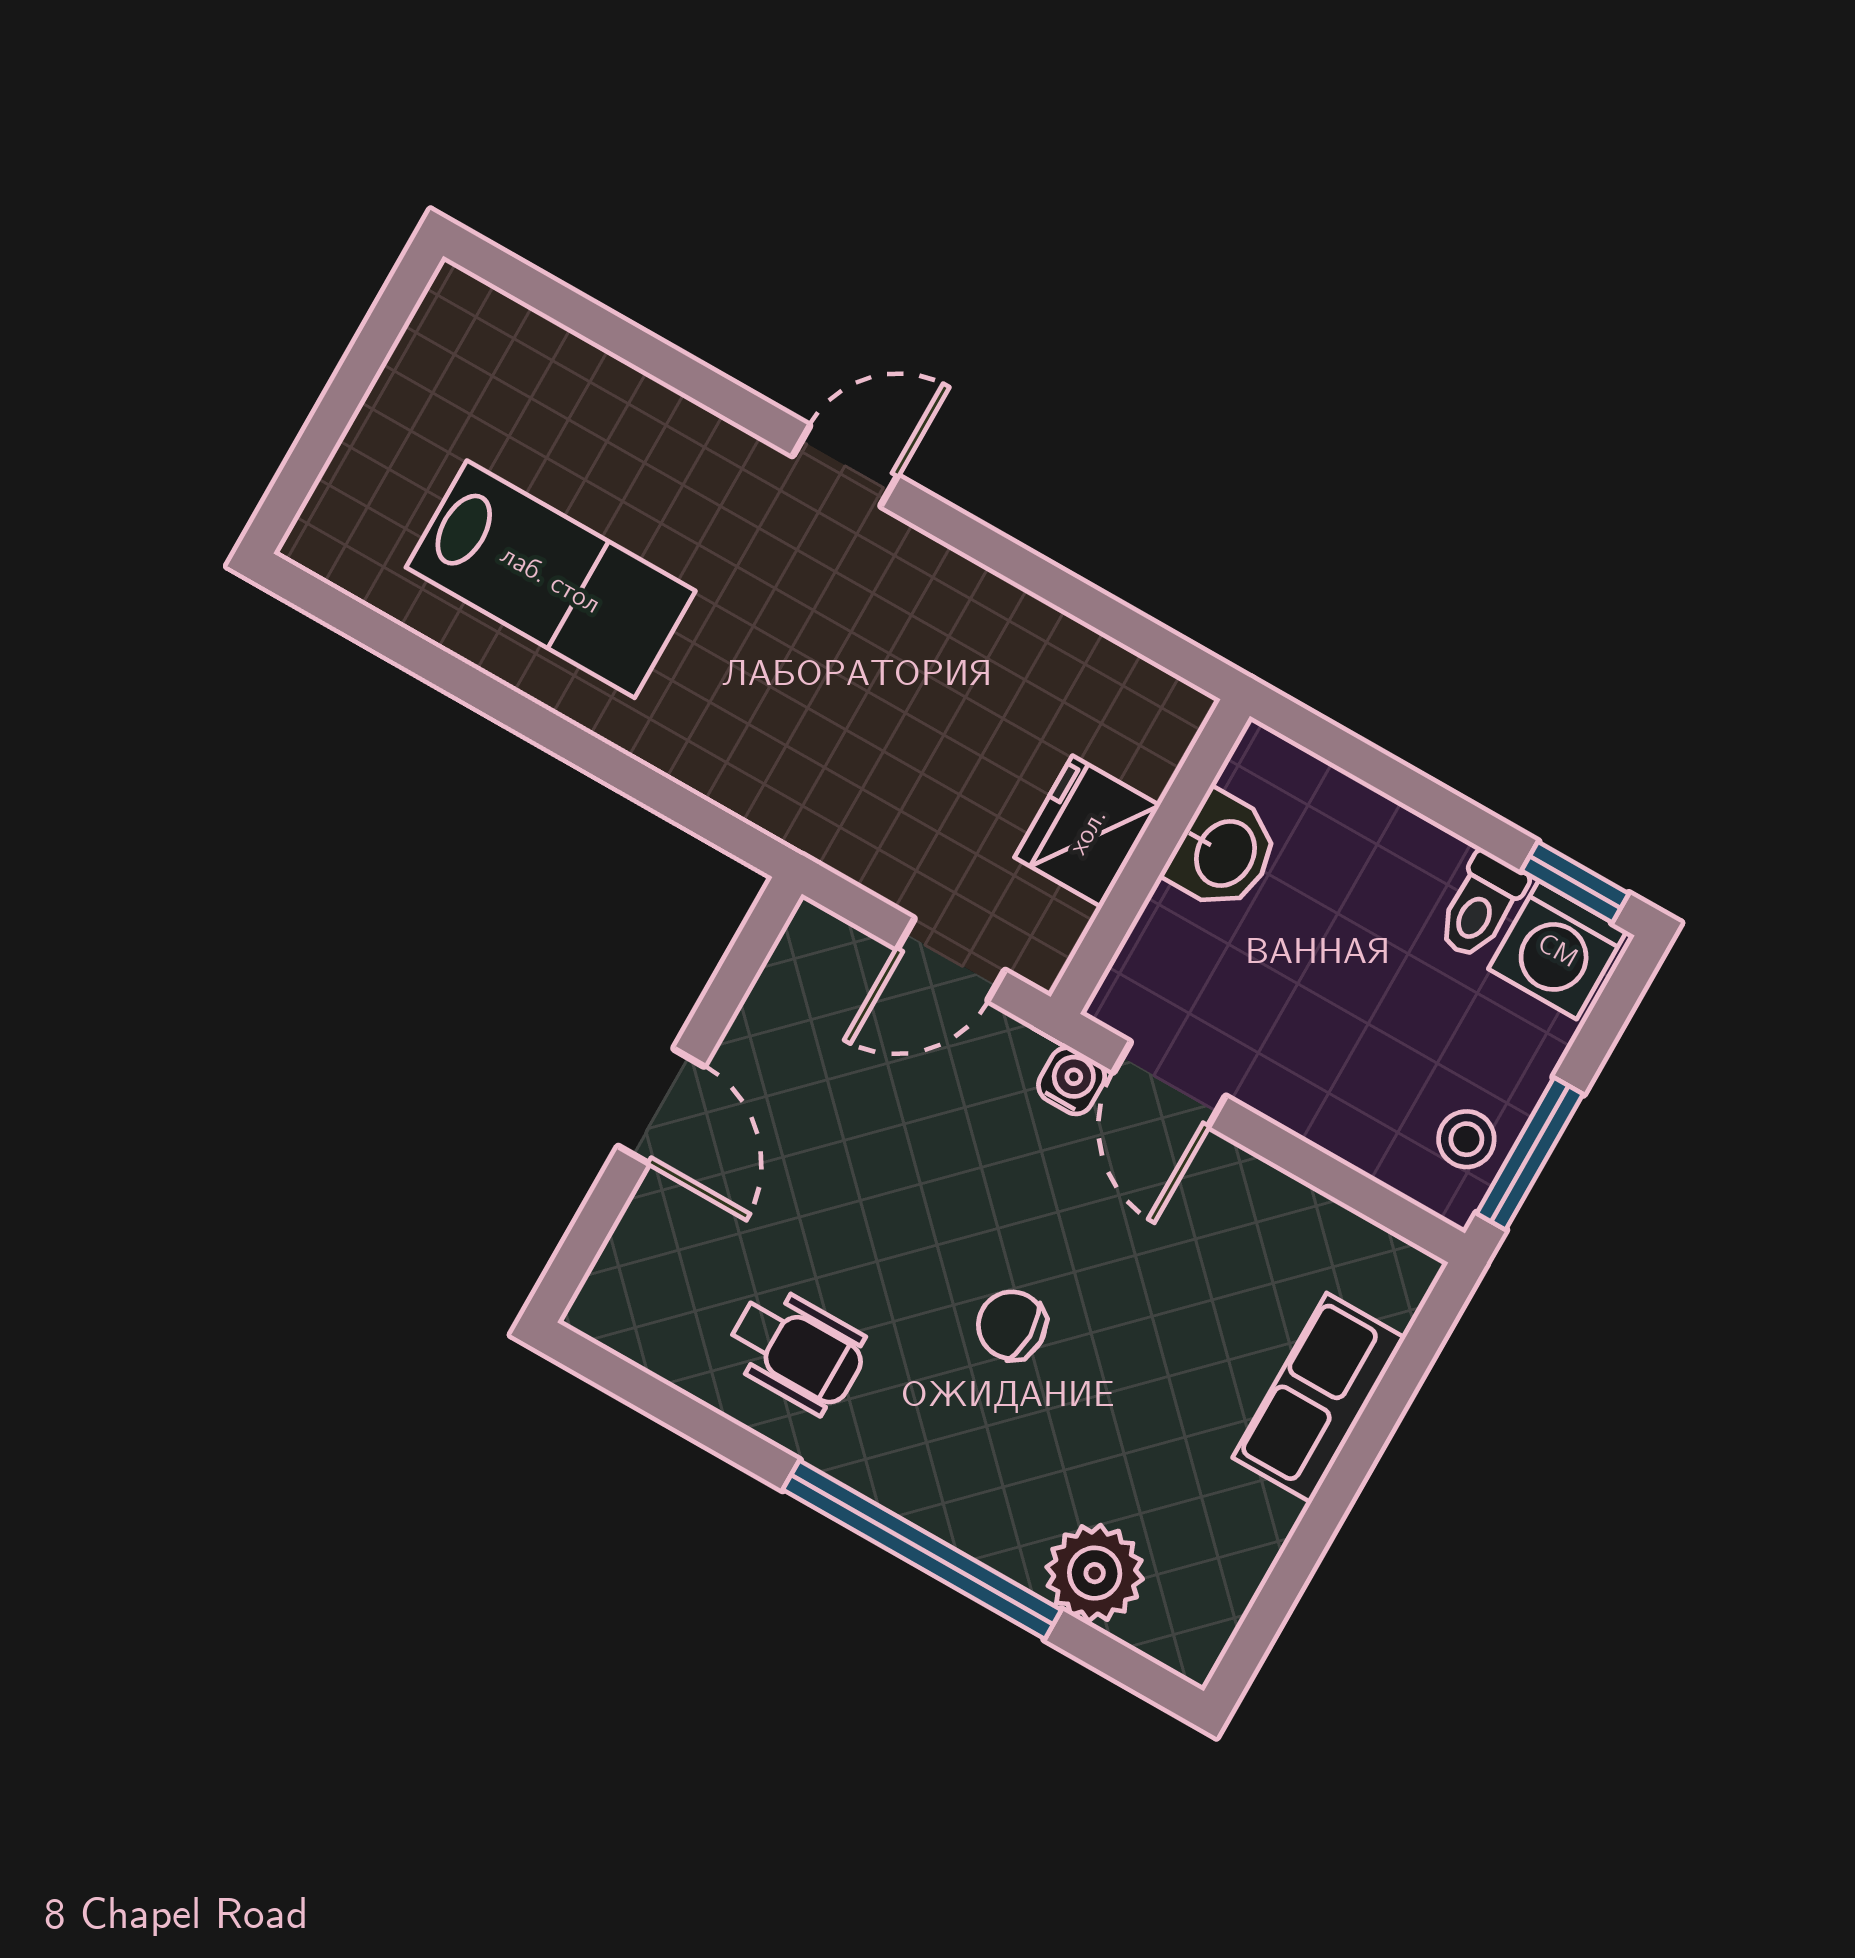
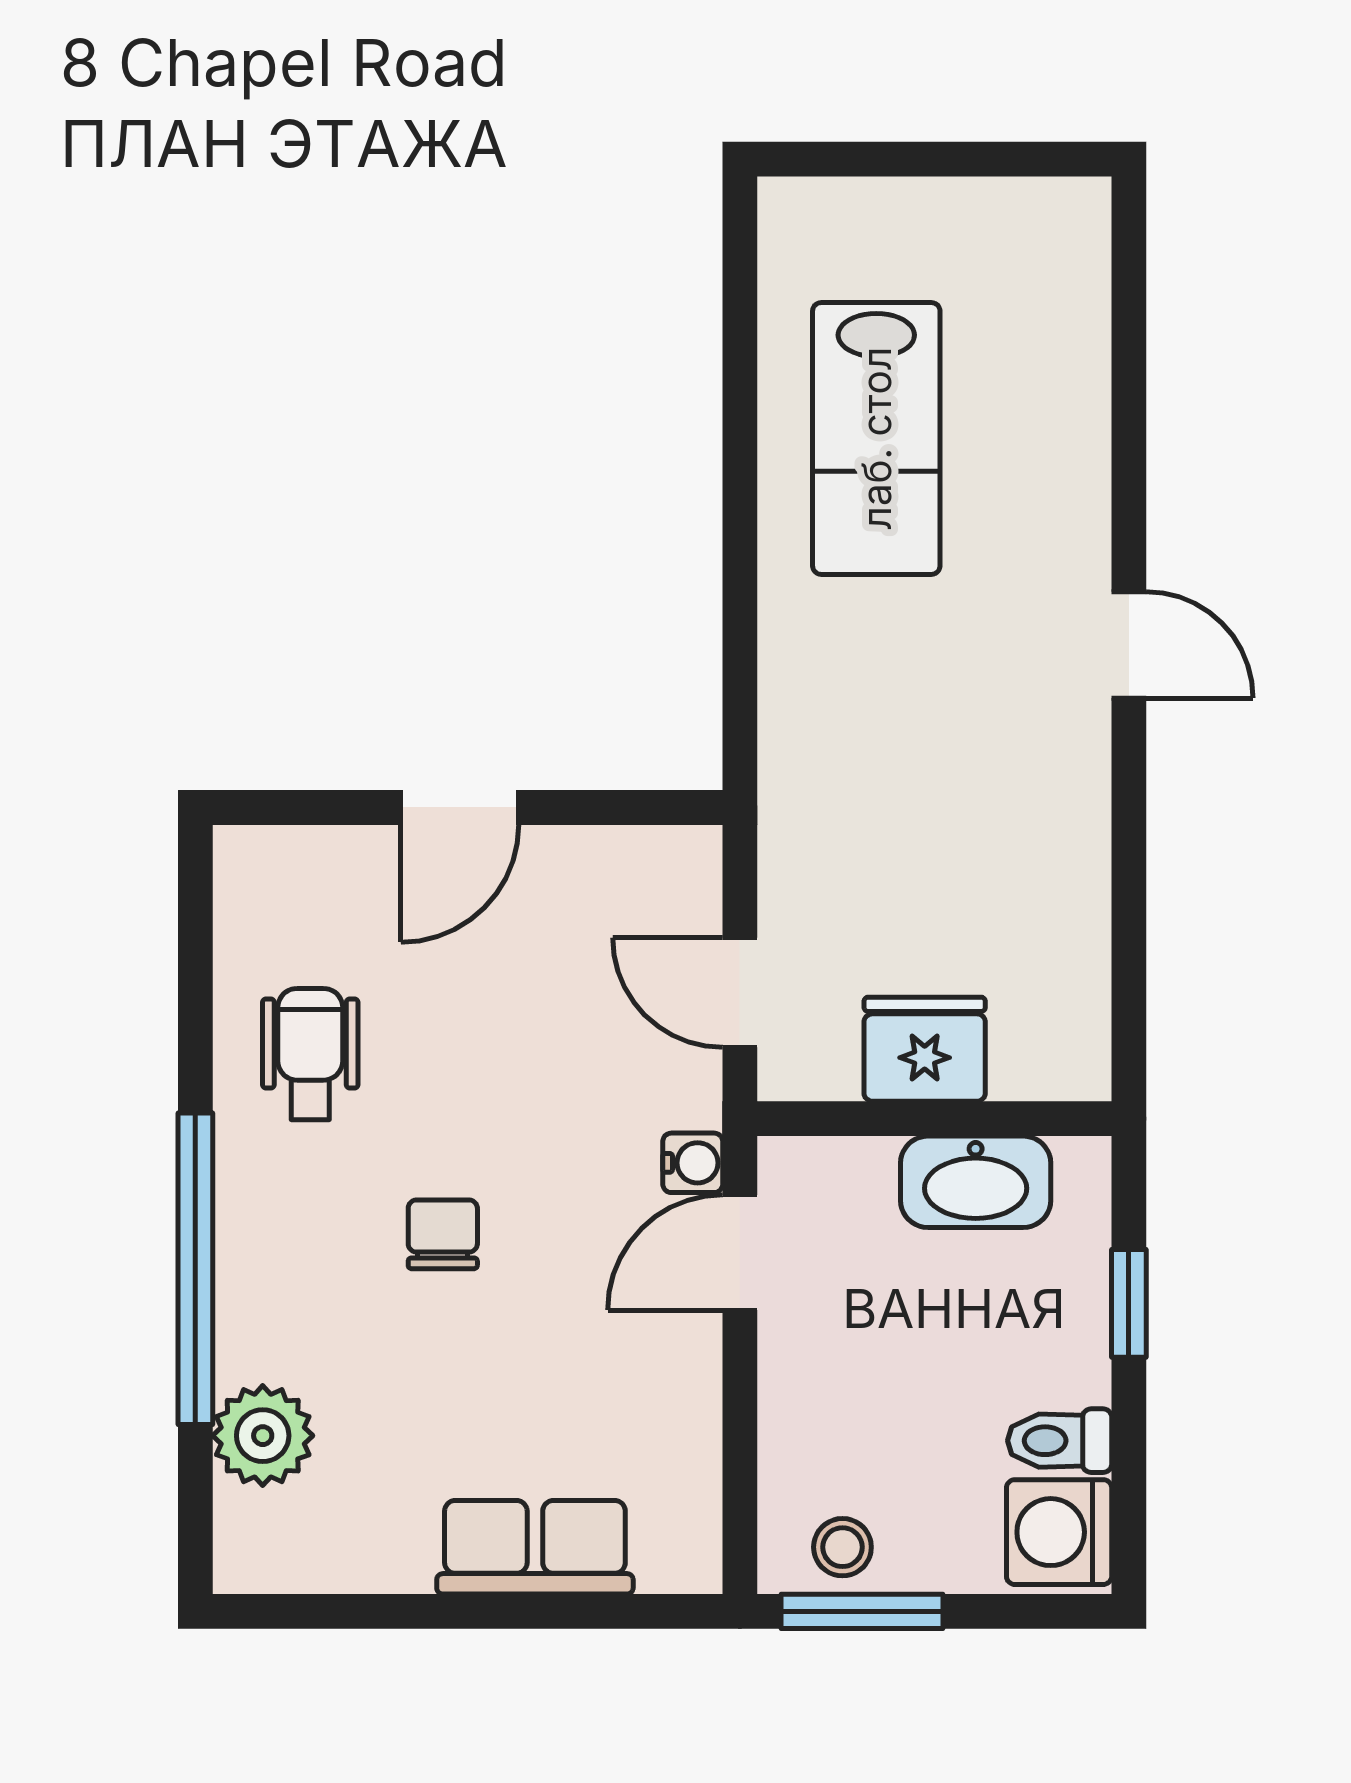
washbasin: (1223, 852) -> (976, 1182), width x1.38
window: (1575, 882) -> (1129, 1303), moved
wheelchair: (797, 1350) -> (310, 1054), turned 180

